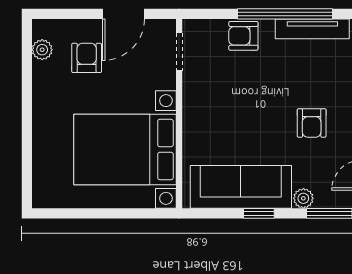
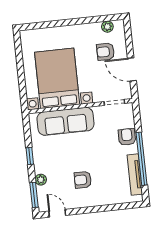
armchair: (87, 58) -> (105, 52), turned 180
sofa: (241, 187) -> (65, 121), moved, turned 90

